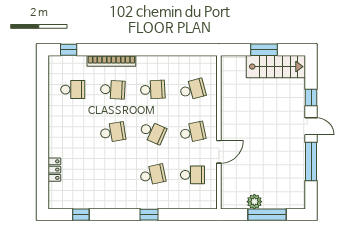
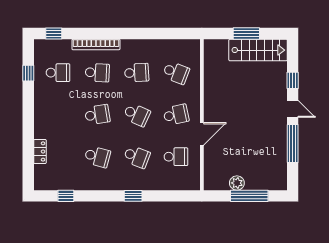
window: (43, 90) -> (28, 73), added
school desk: (193, 90) -> (176, 73), turned 36
school desk: (113, 175) -> (97, 157), added
school desk: (153, 175) -> (137, 157), turned 33

